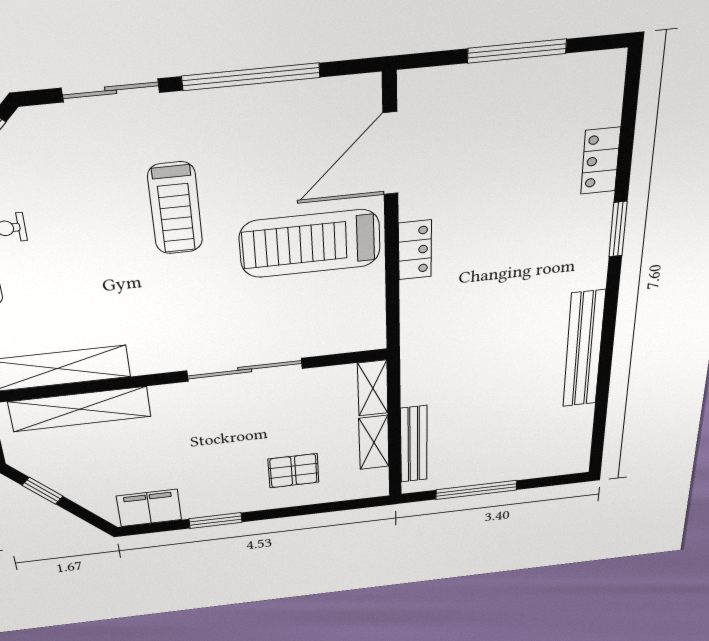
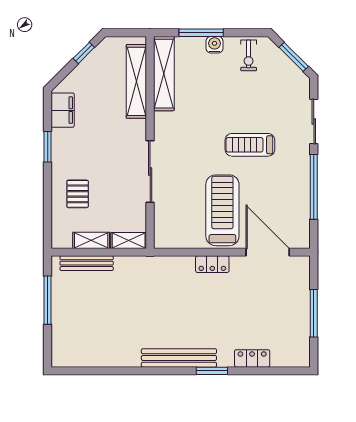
bench: (584, 349) -> (179, 358), moved

